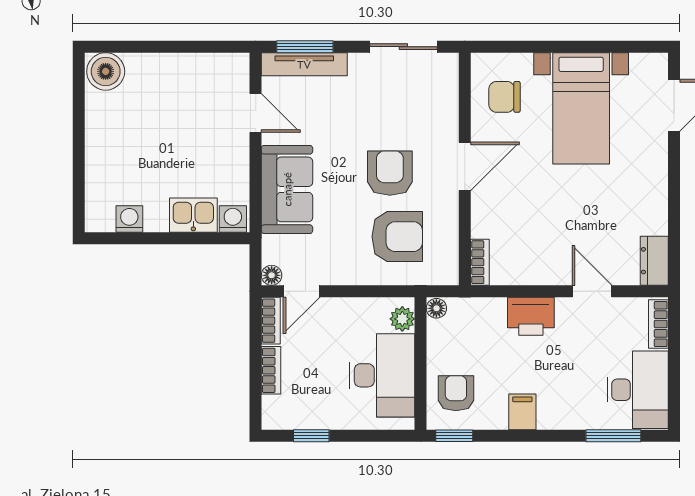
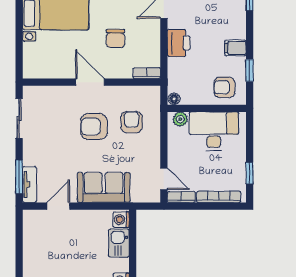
tv unit: (304, 64) -> (29, 185), width x0.71
chair: (505, 97) -> (115, 39), moved
armchair: (397, 237) -> (132, 122), width x0.72, depth x0.72
floor lamp: (272, 275) -> (154, 197), removed
bookcase: (271, 370) -> (219, 197), width x1.56
window: (454, 436) -> (250, 70), moved

